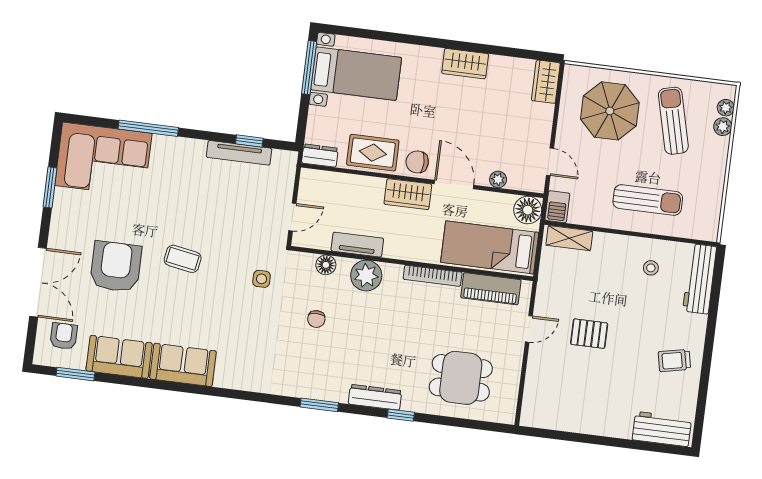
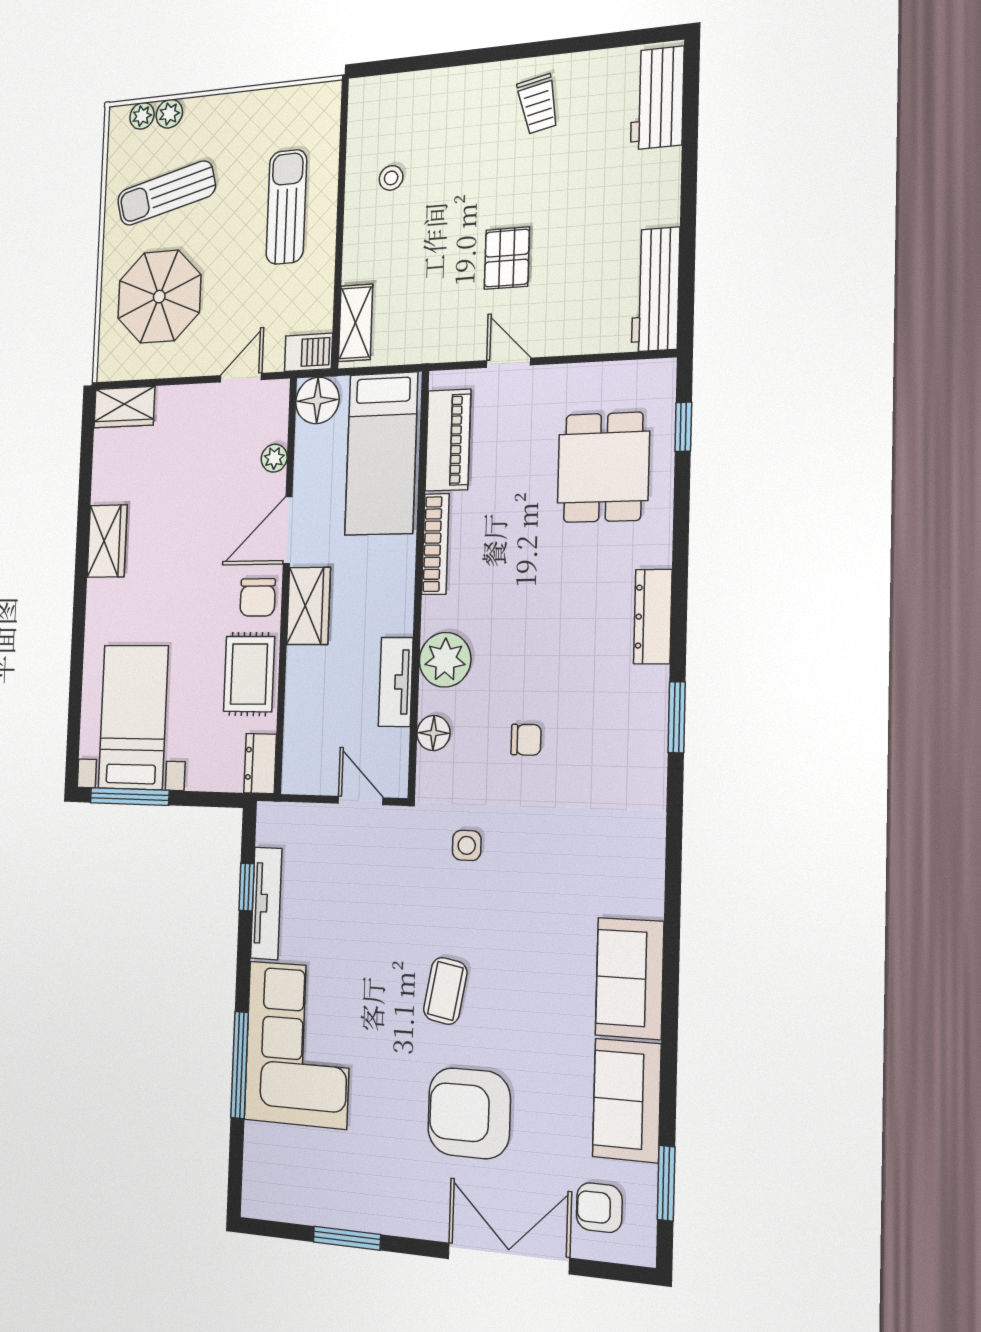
corner sofa: (103, 159) -> (298, 1044), moved
workbench: (700, 279) -> (656, 289), moved, turned 90
window: (401, 415) -> (683, 427), moved

